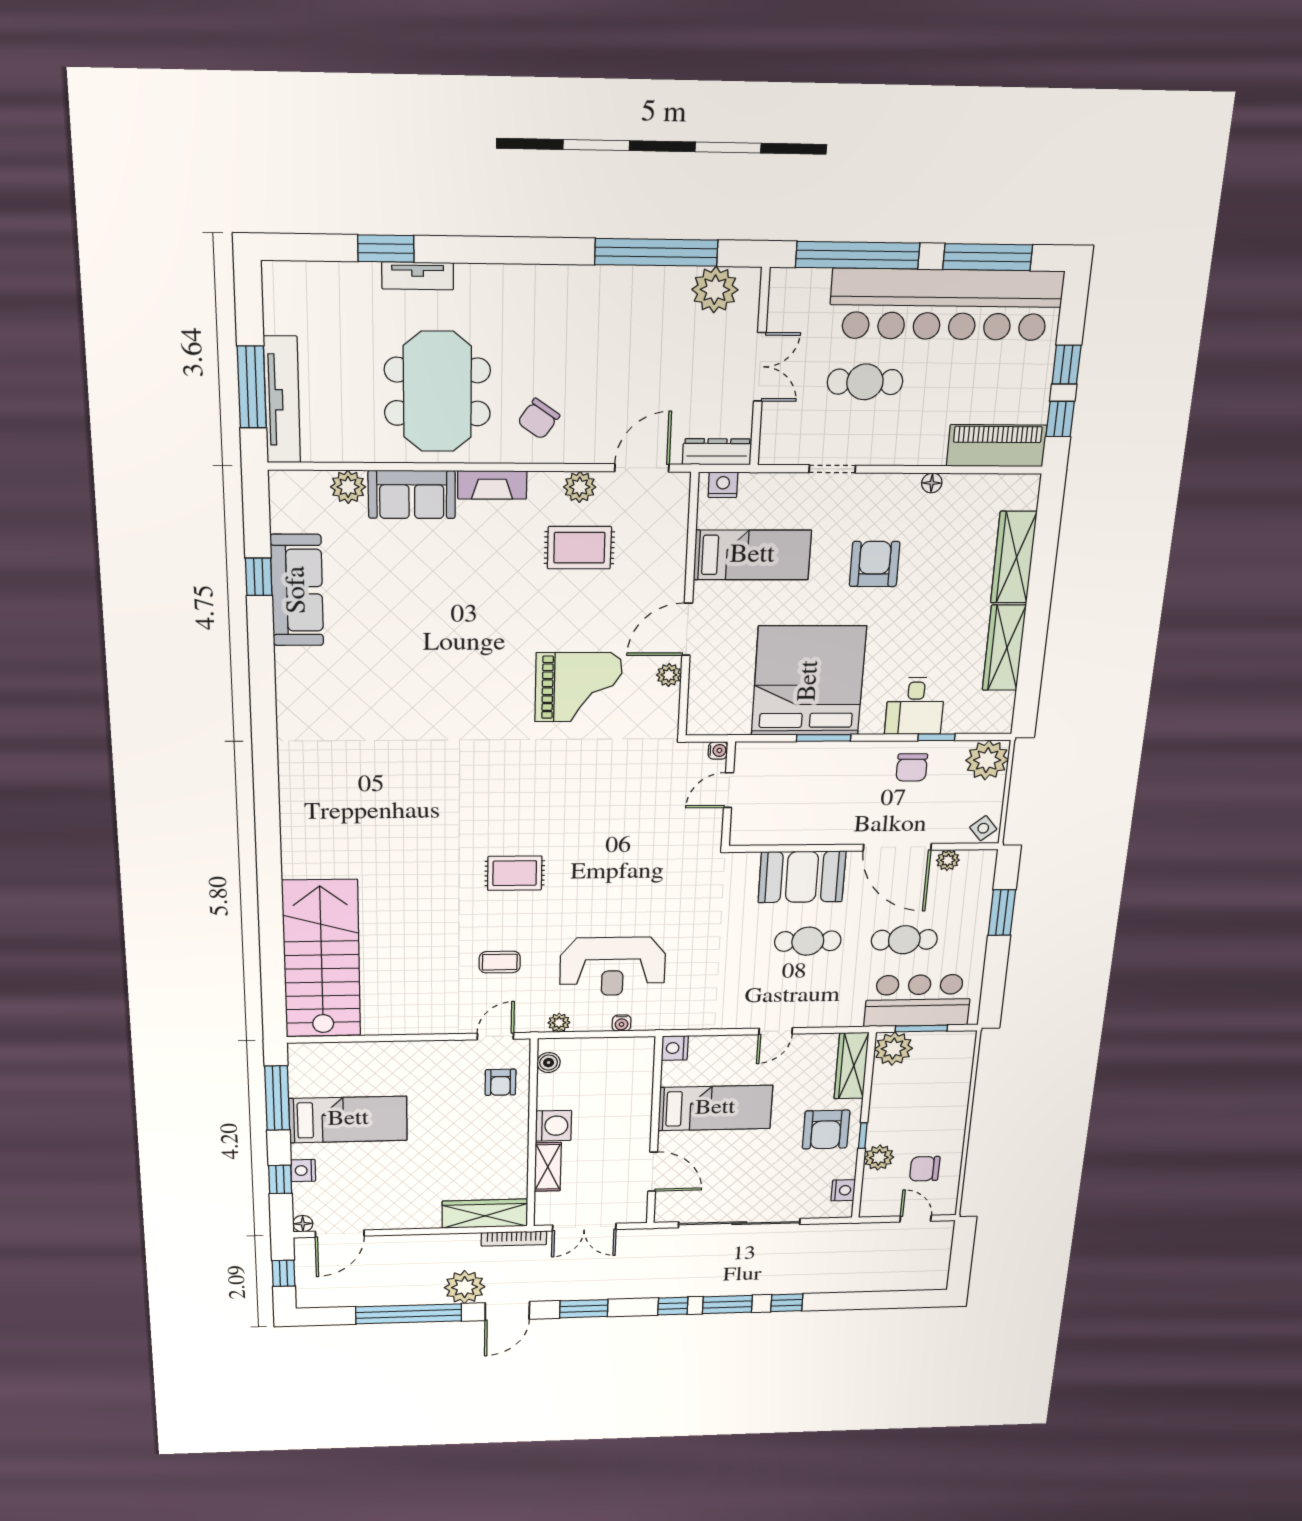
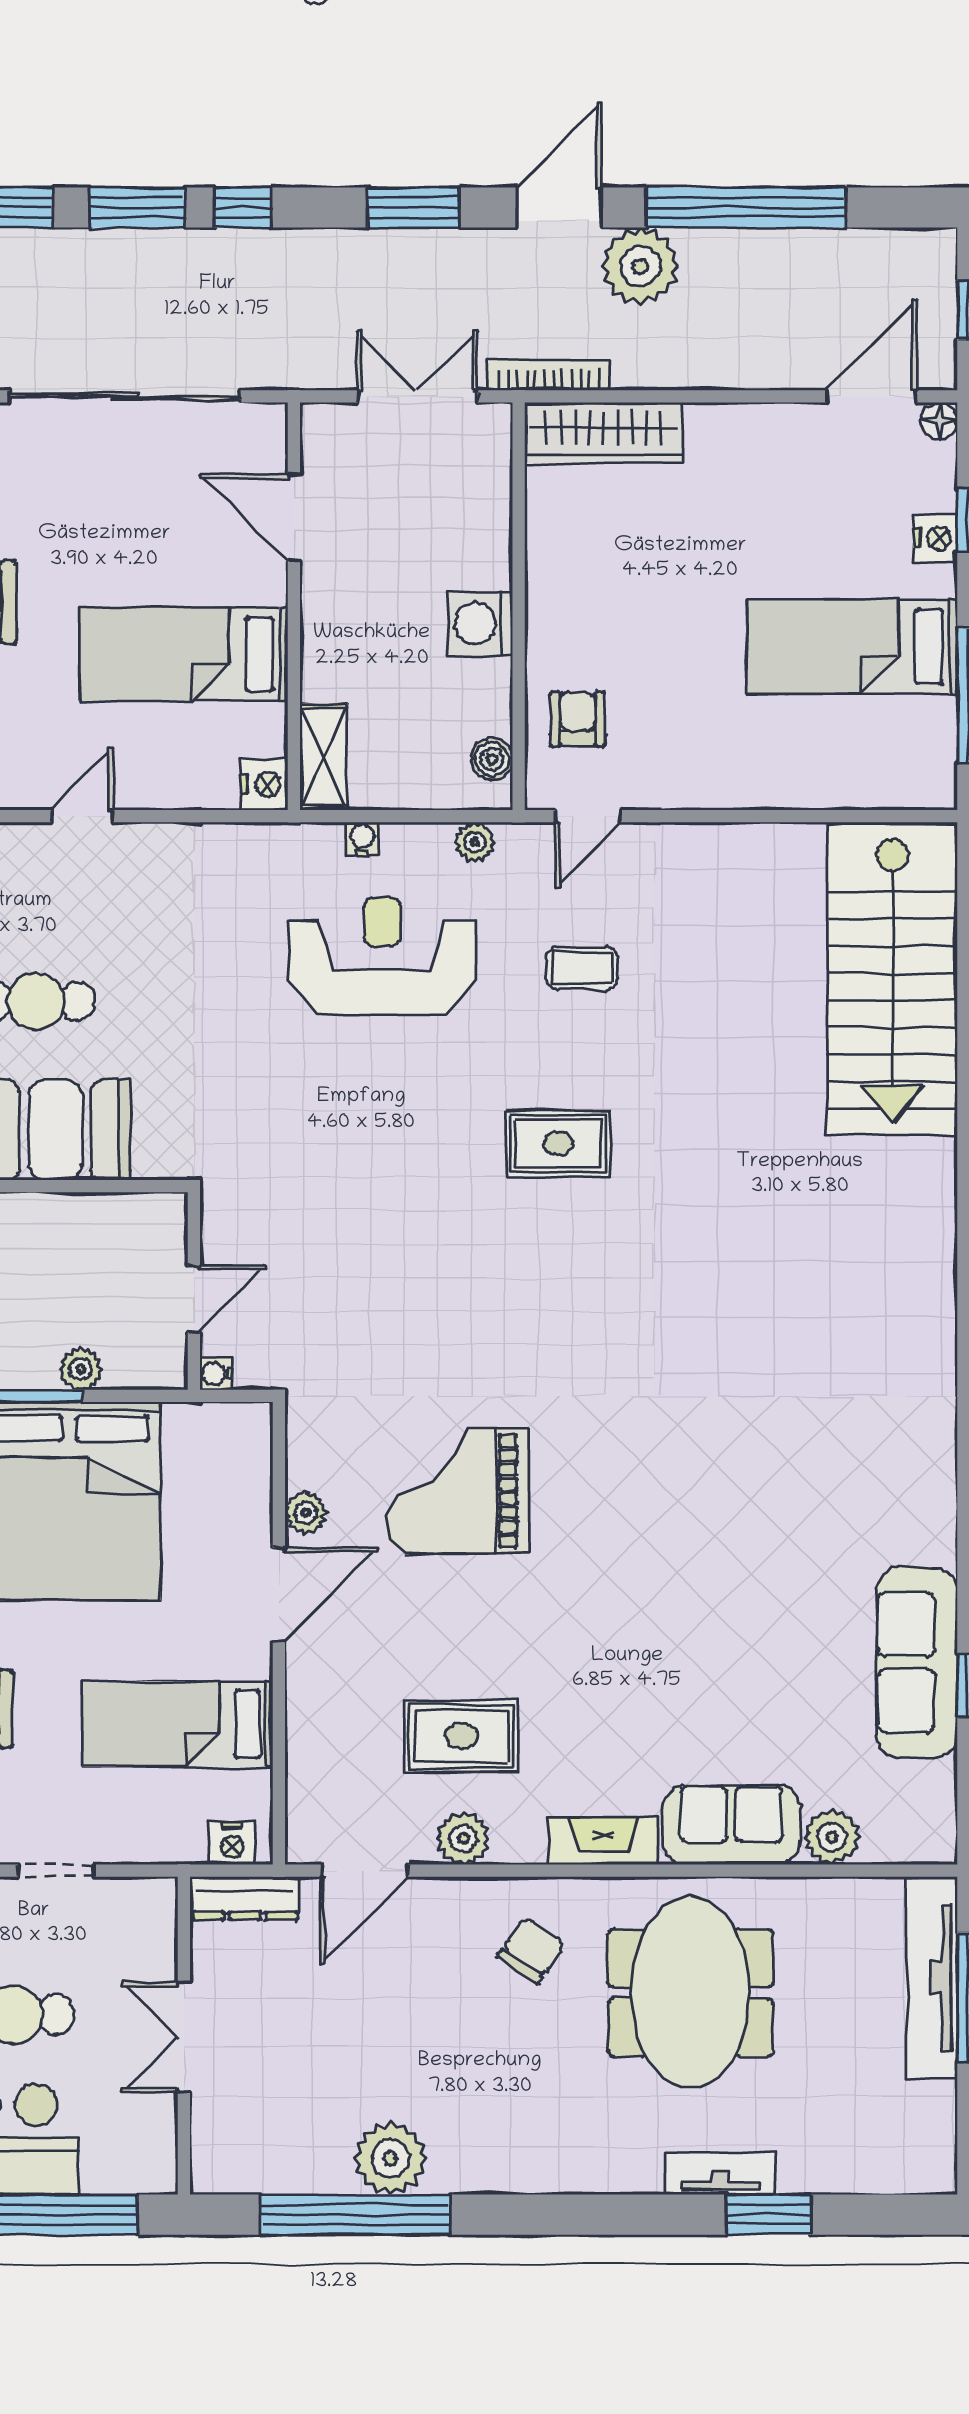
plant: (715, 290) -> (390, 2158), moved
plant: (796, 752) -> (81, 1369), added
shelving: (548, 1167) -> (324, 757), moved

